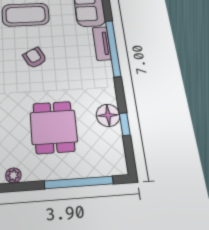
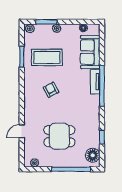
floor lamp: (108, 115) -> (93, 155), moved
dining table: (54, 127) -> (59, 136), turned 90

